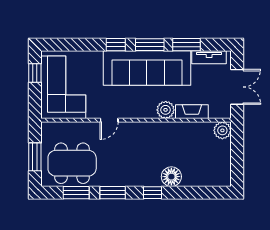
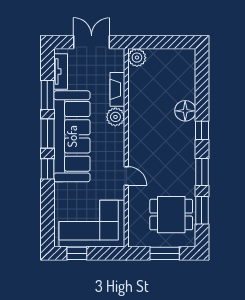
dining table: (72, 163) -> (171, 215), width x0.73

